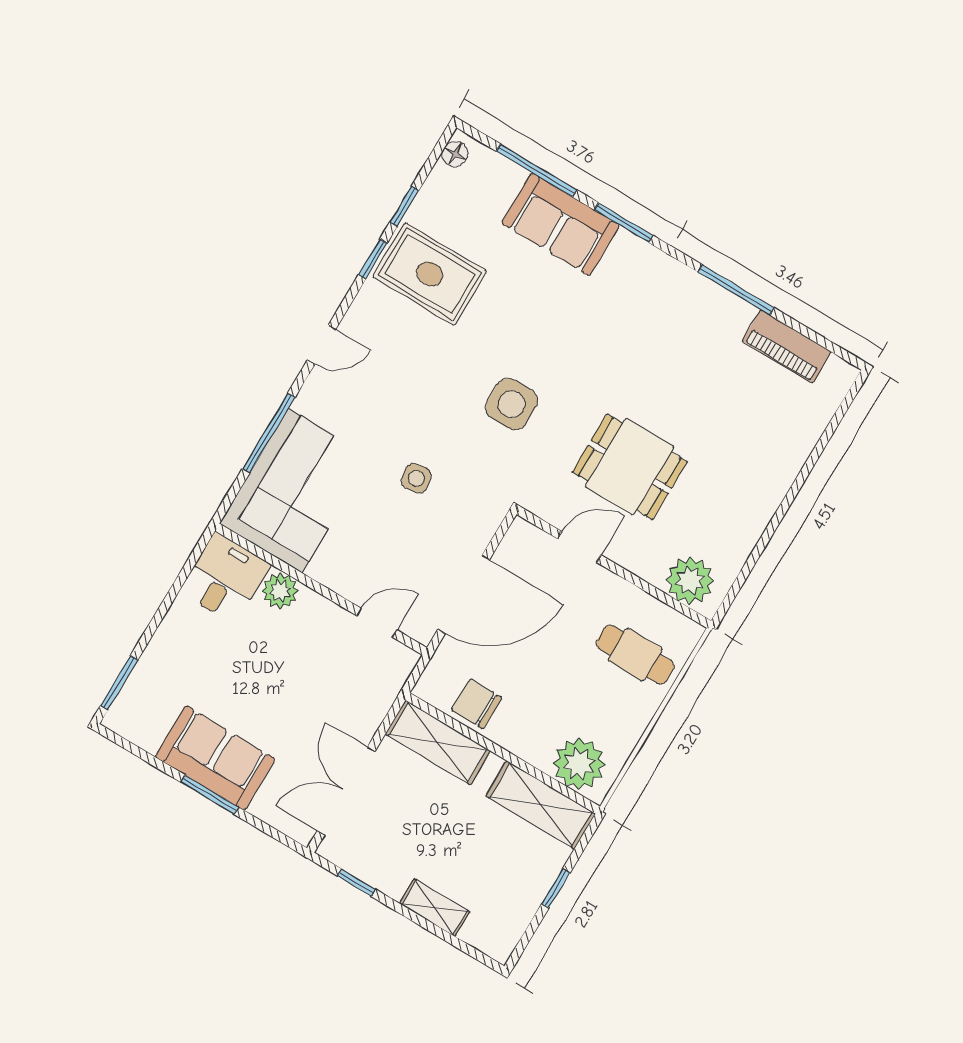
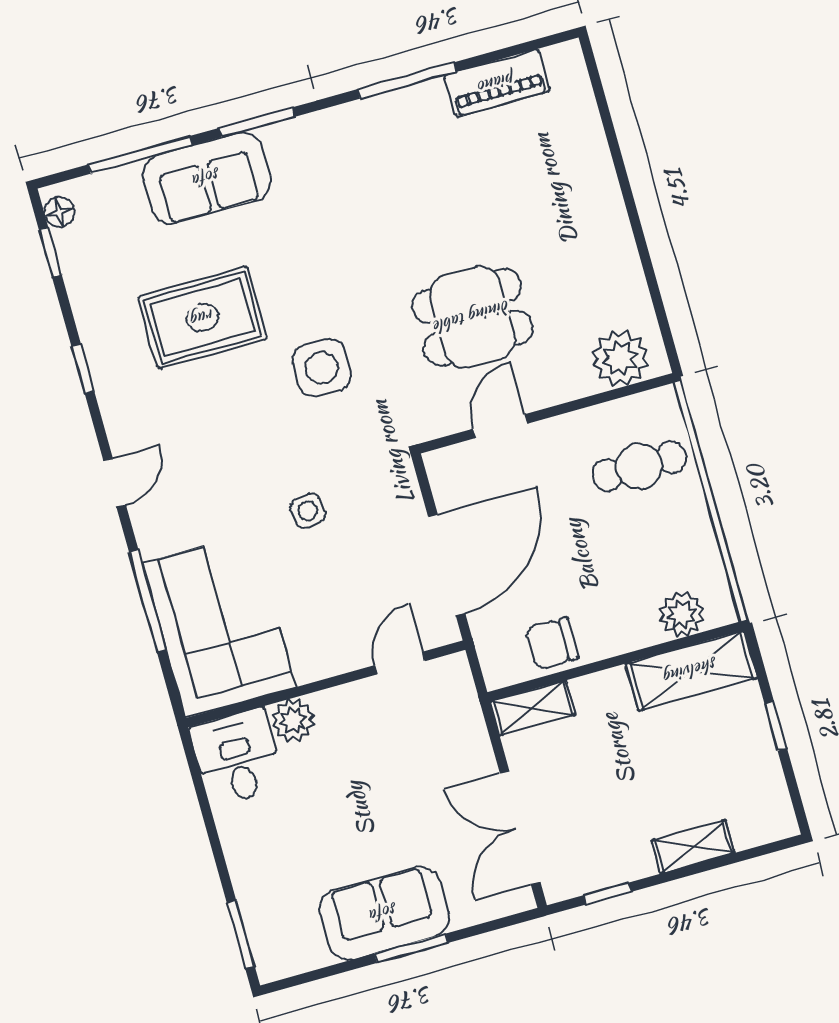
window: (404, 206) -> (50, 252), moved
rug: (430, 274) -> (203, 318), moved
shelving: (438, 742) -> (533, 708), width x0.67, depth x0.75
plant: (579, 764) -> (682, 614), width x0.73, depth x0.73

